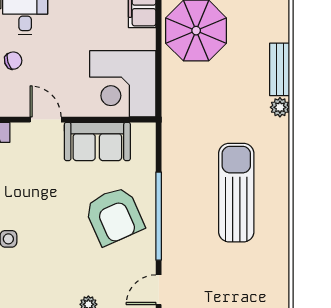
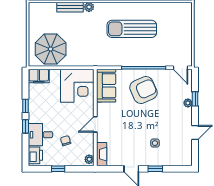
sofa: (97, 141) -> (106, 86), moved

